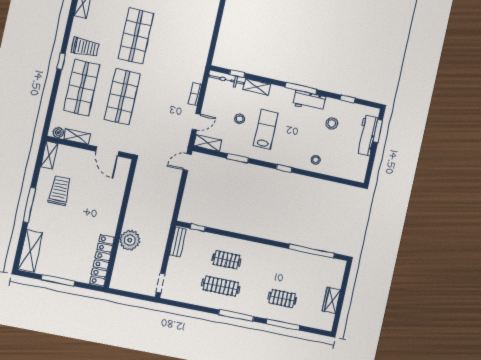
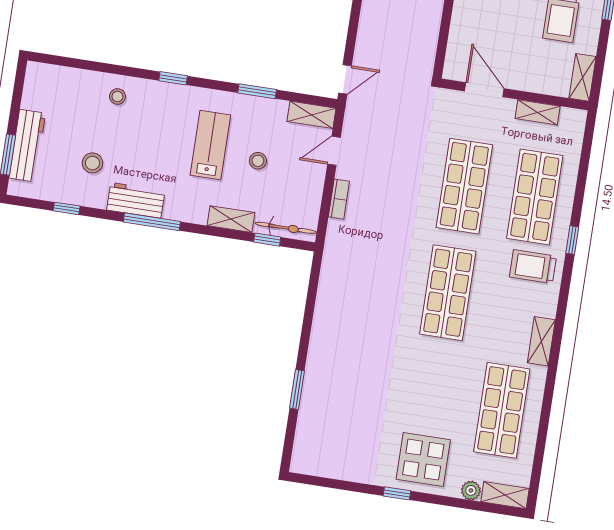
lab bench: (266, 129) -> (210, 145), turned 180
plant: (58, 133) -> (570, 117), removed

